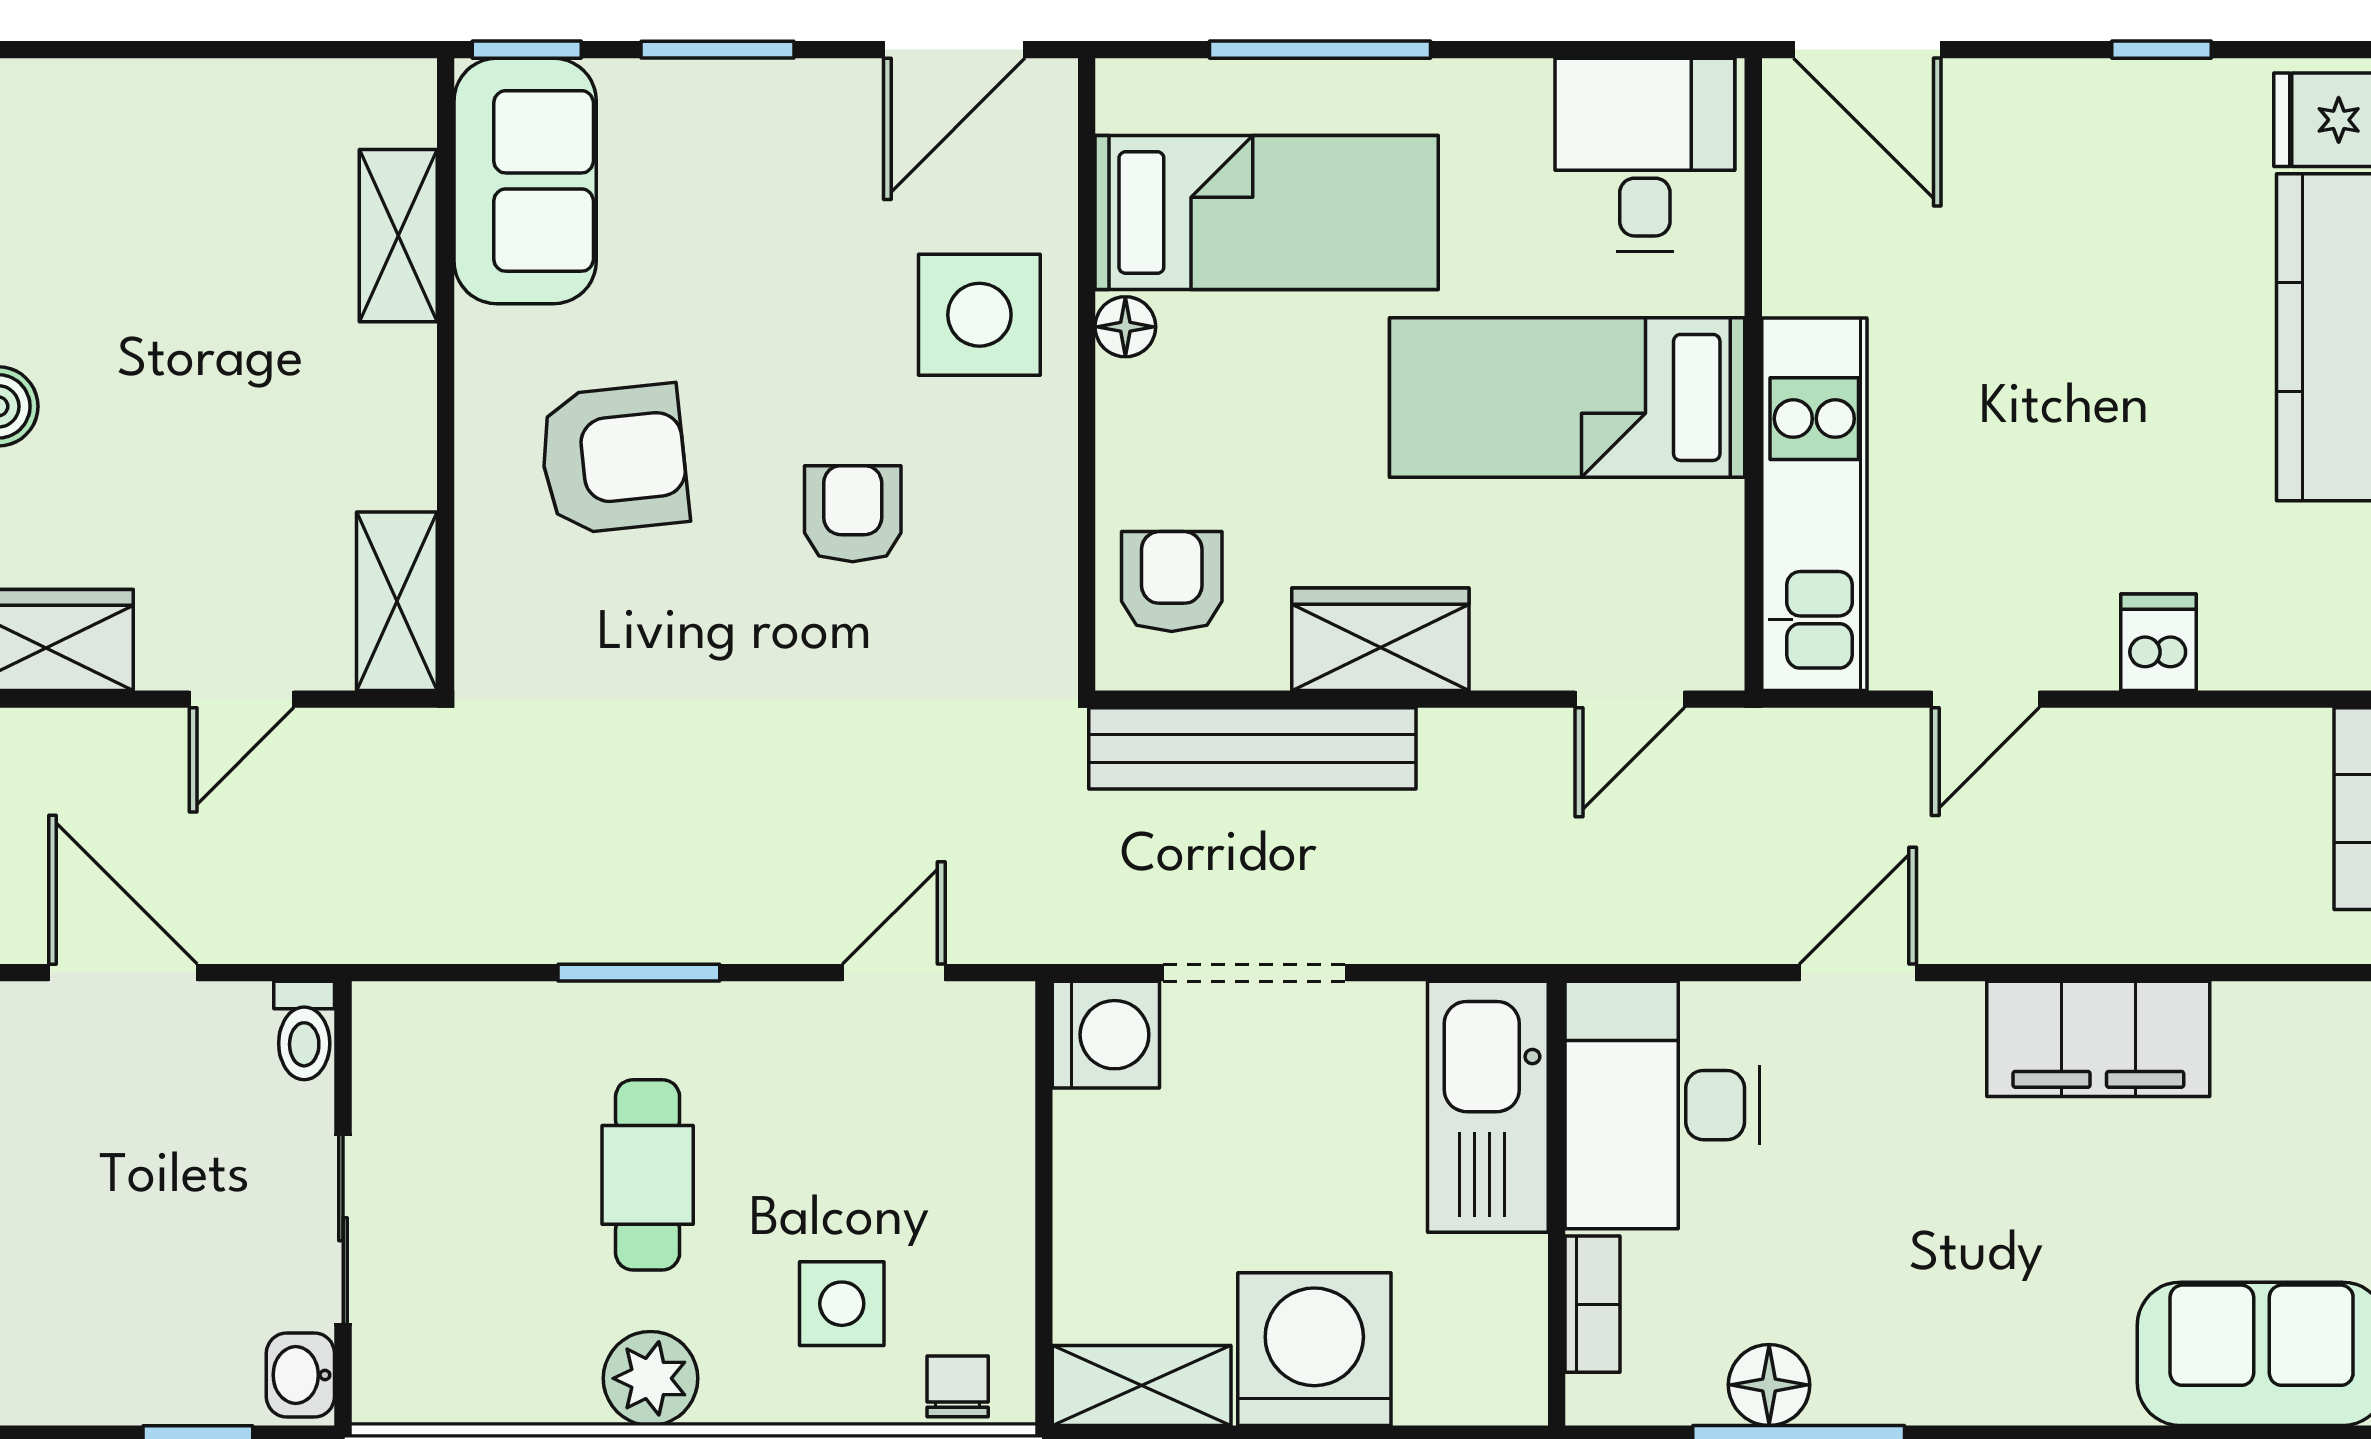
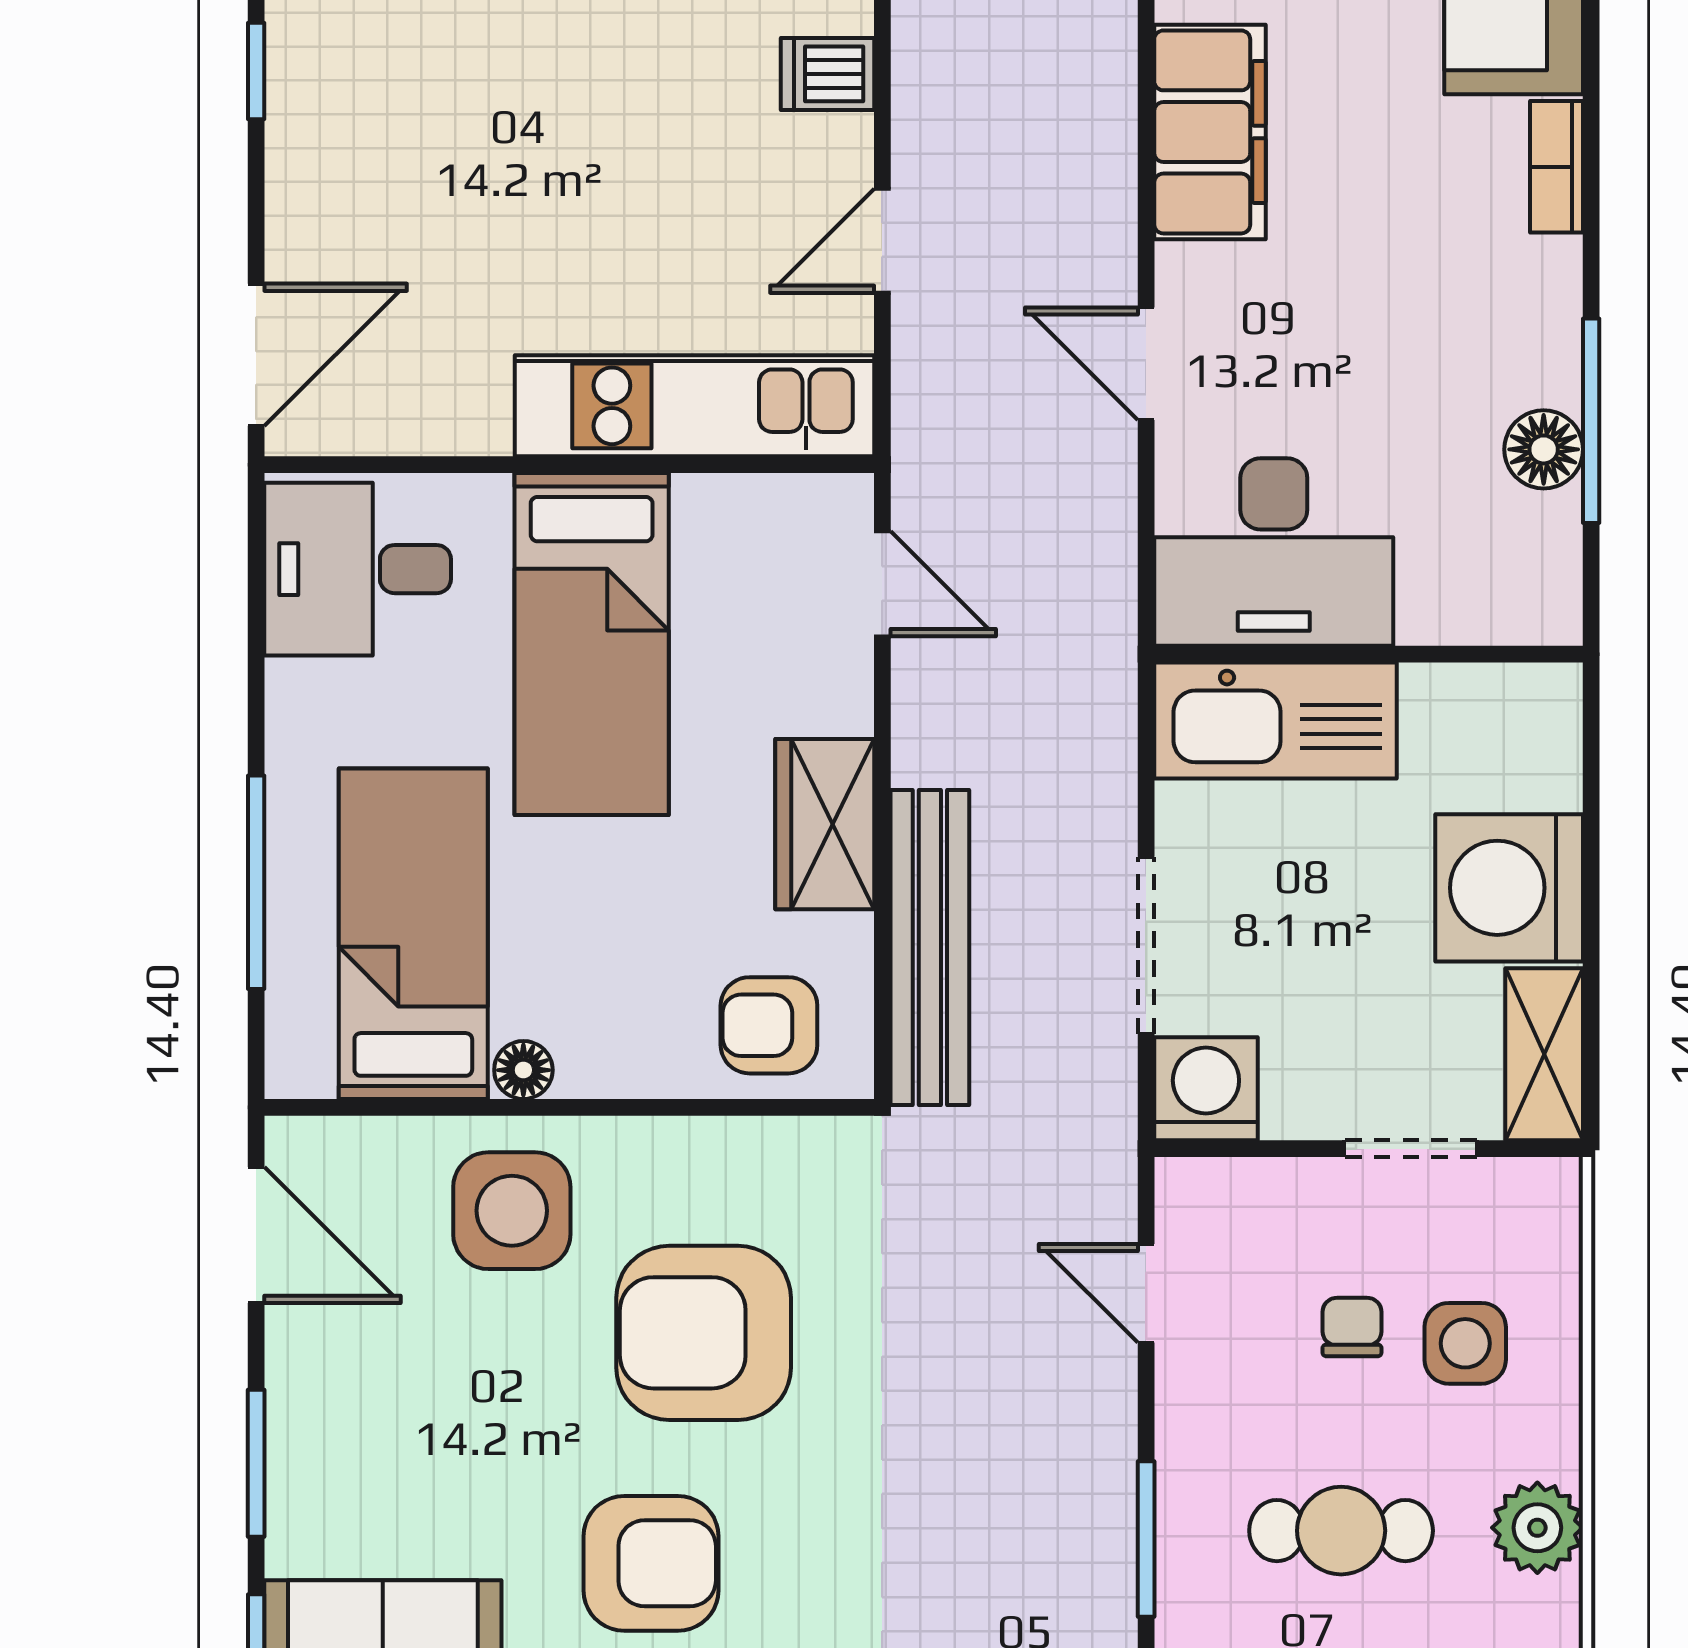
armchair: (614, 459) -> (651, 1563), turned 96
armchair: (853, 514) -> (704, 1333), width x1.88, depth x1.88
door: (1985, 699) -> (882, 241), swing flipped
doorway: (1044, 1247) -> (1410, 1149), added
bookcase: (1593, 1304) -> (1556, 167), moved, turned -90
chair: (958, 1386) -> (1352, 1327), moved, turned 90

